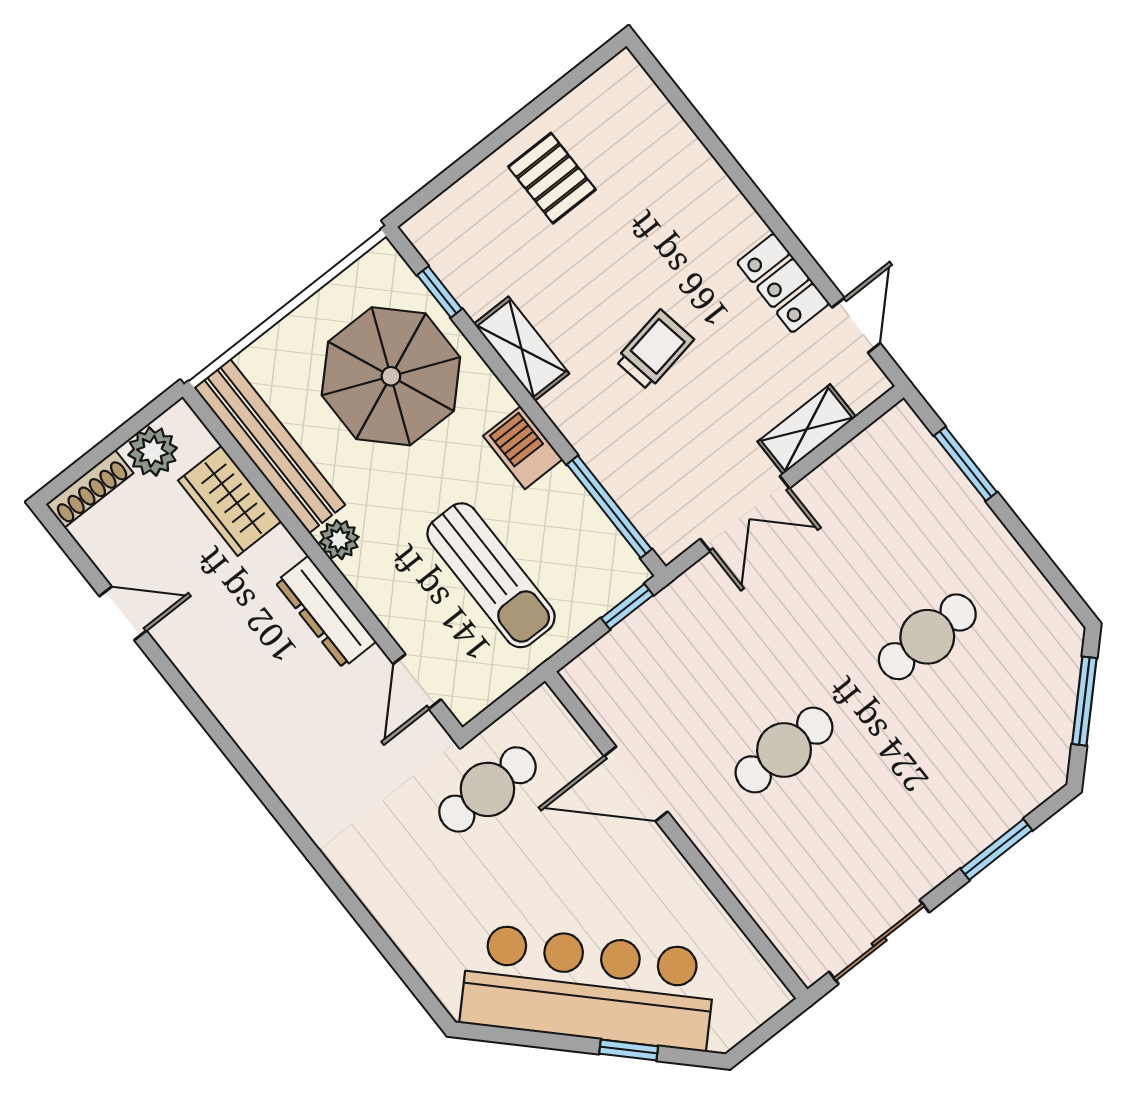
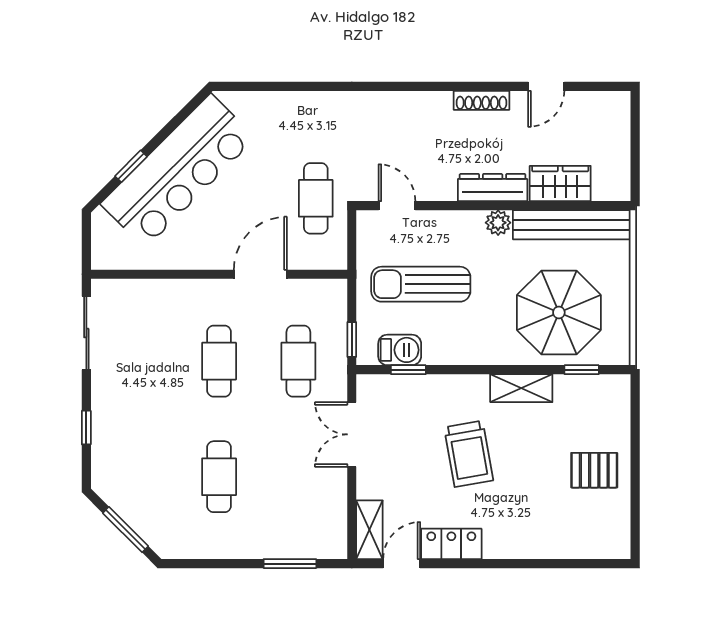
door: (856, 325) -> (402, 564), swing flipped
trolley: (654, 350) -> (469, 454), width x1.36, depth x1.39
shelving: (807, 429) -> (369, 530), moved
barbecue: (523, 448) -> (400, 350), moved
plant: (153, 451) -> (615, 165), removed
shoe rack: (90, 489) -> (482, 100), moved, turned -90
window: (609, 507) -> (408, 370), width x0.46
dresser: (326, 612) -> (493, 188), moved
cafe table: (706, 652) -> (298, 361), added
window: (996, 849) -> (86, 428), width x0.67

